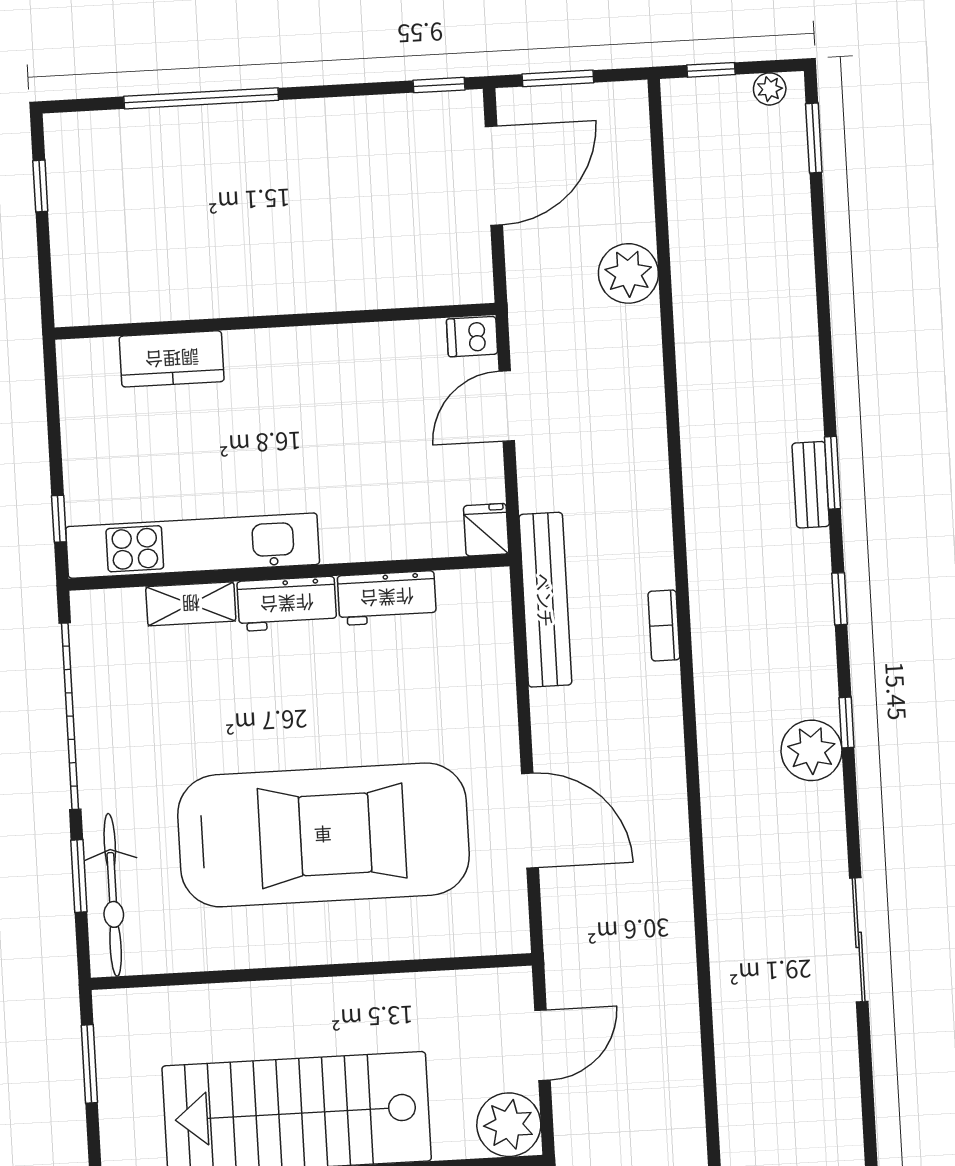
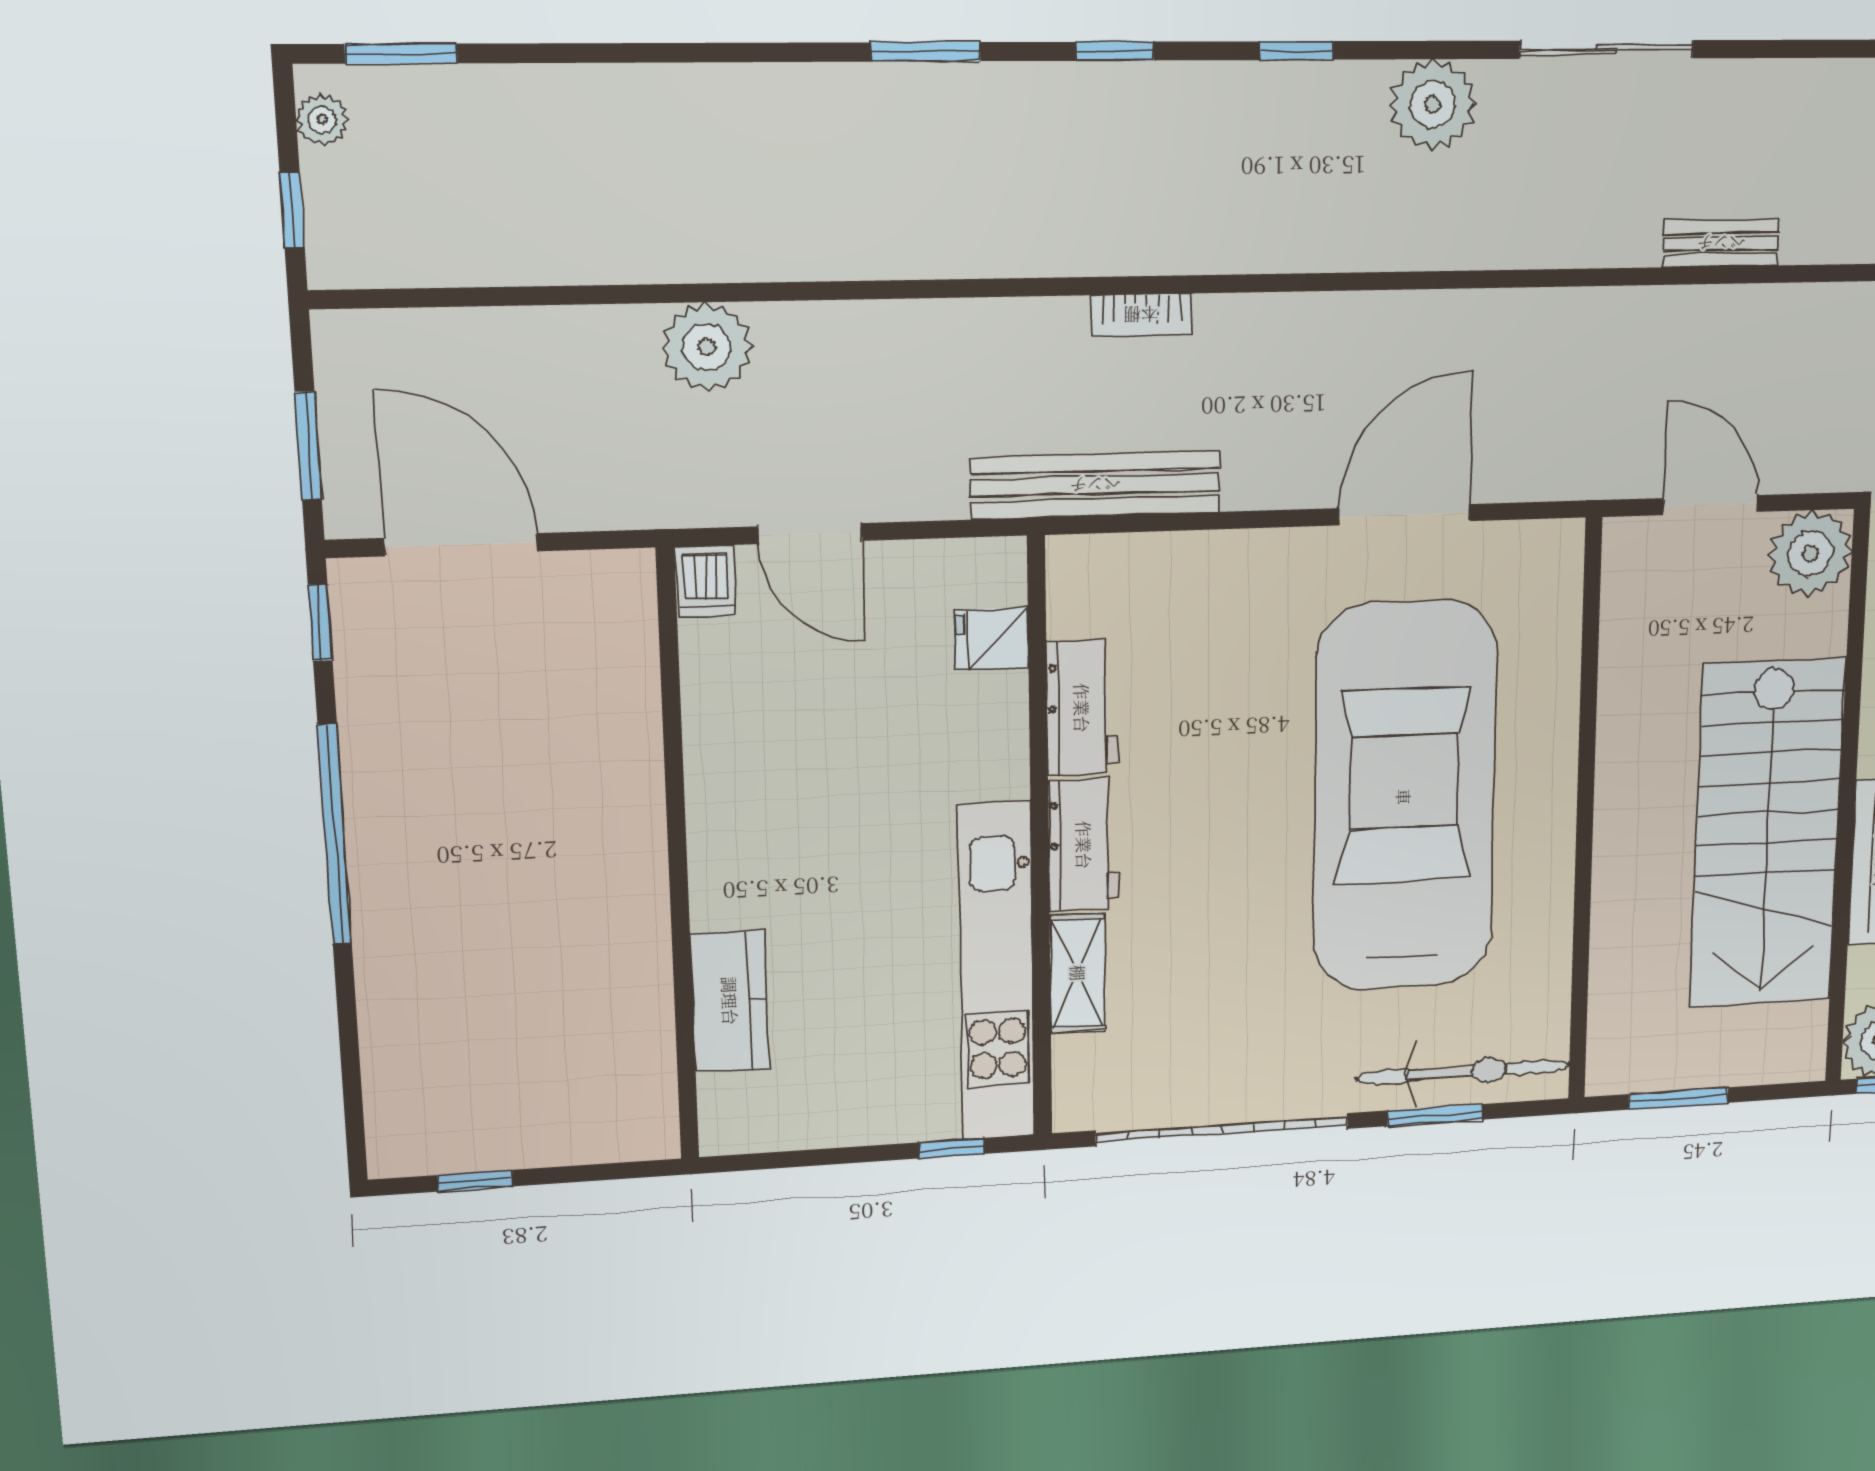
window: (201, 98) -> (335, 835), moved
plant: (628, 273) -> (707, 347), moved
bench: (811, 485) -> (1721, 243), moved
fridge: (486, 530) -> (992, 639), moved
plant: (811, 750) -> (1433, 104), moved

